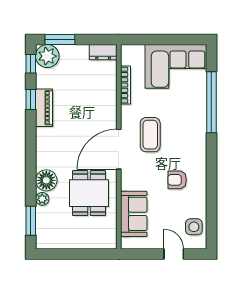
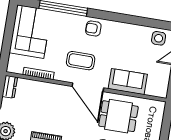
armchair: (177, 180) -> (93, 28), moved, turned 90
sofa: (134, 214) -> (128, 82), moved

